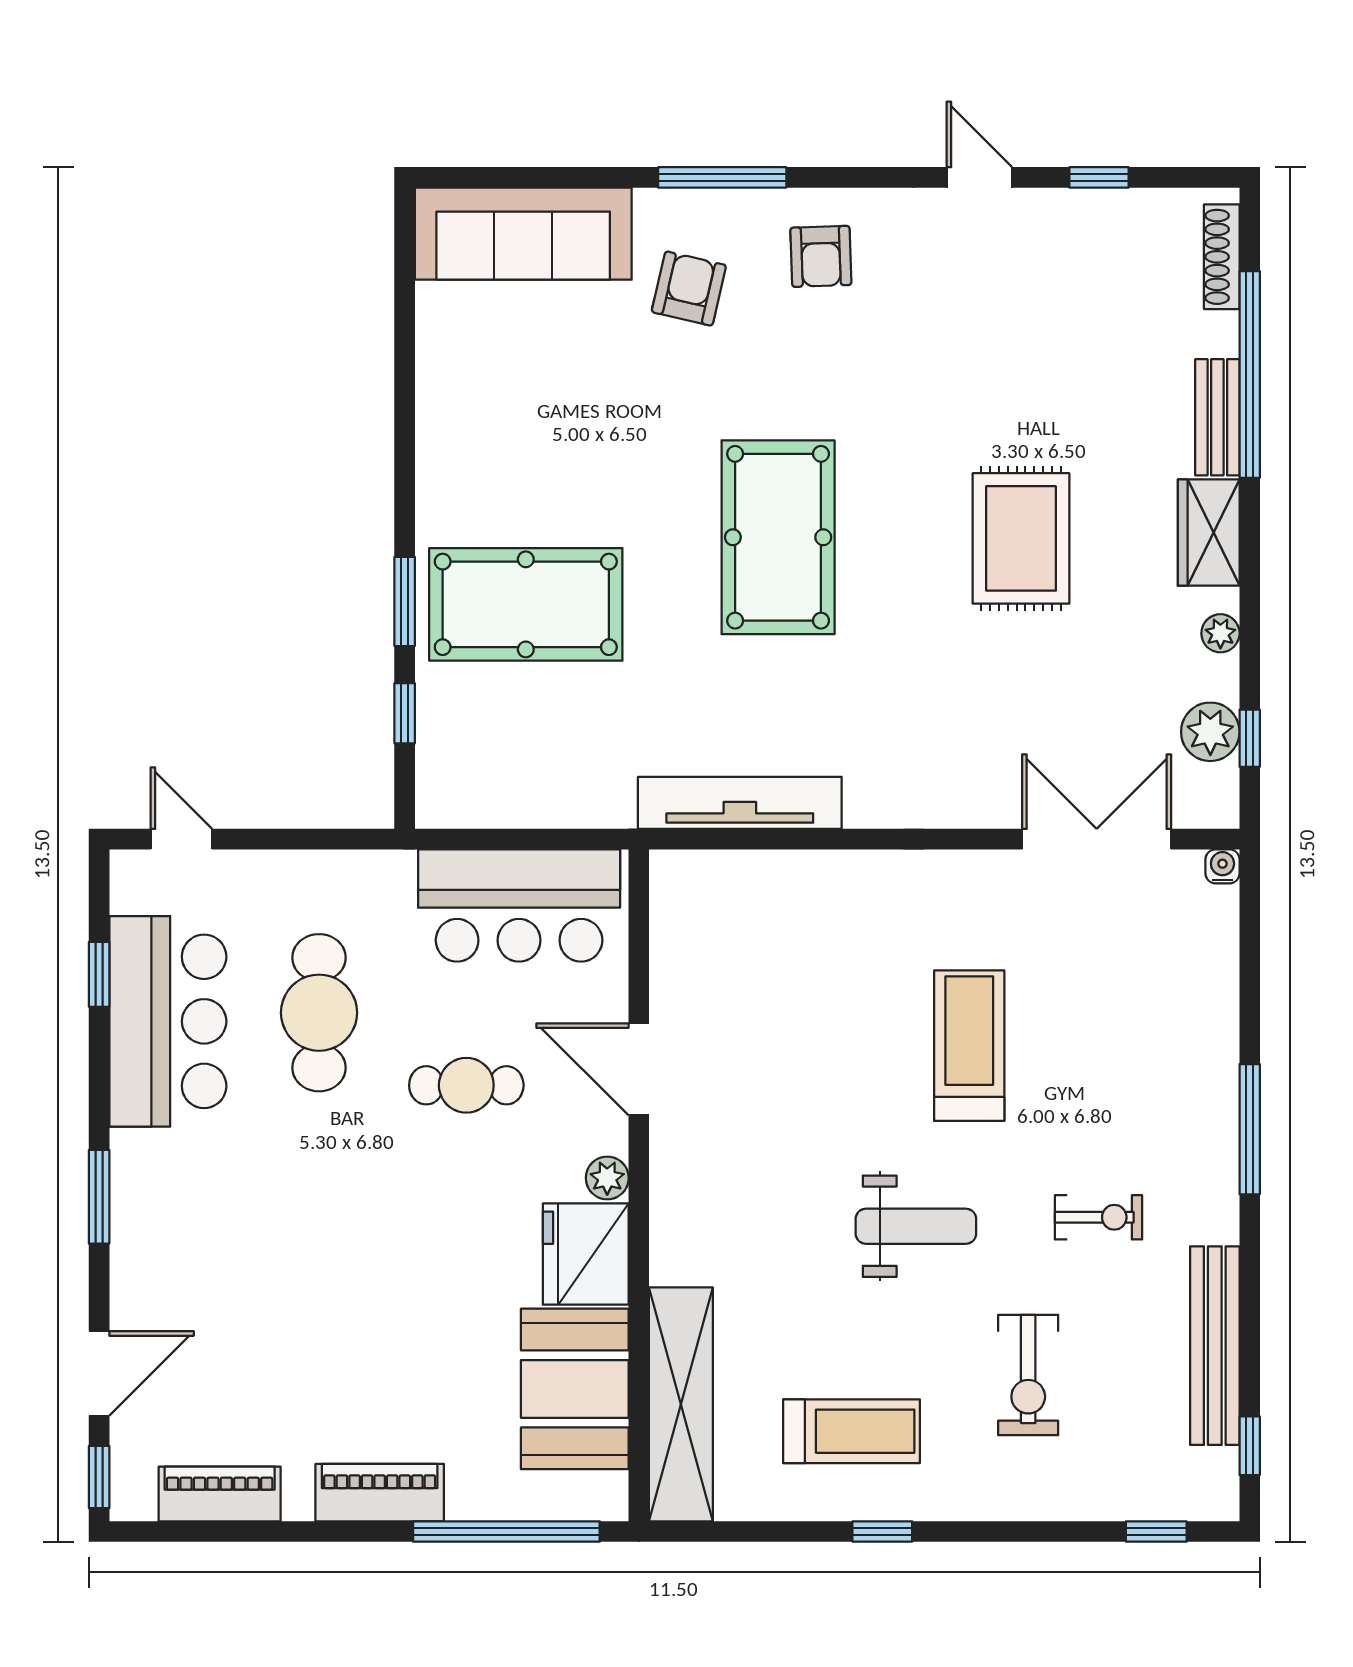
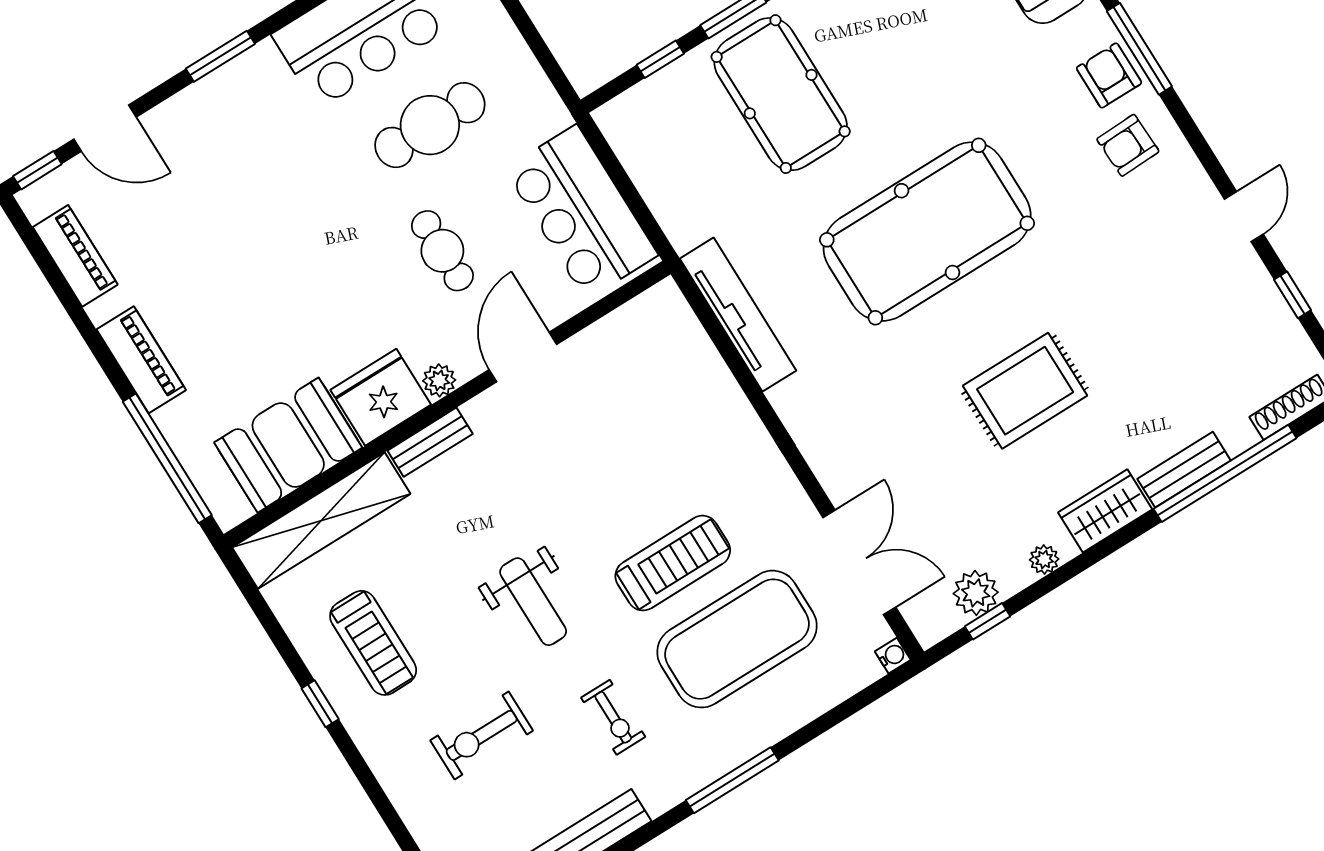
armchair: (689, 289) -> (1109, 75), moved, turned -103
pool table: (778, 537) -> (927, 232), width x1.36, depth x1.32
exercise mat: (1097, 1027) -> (737, 639), added
bench: (669, 1230) -> (430, 442), added

